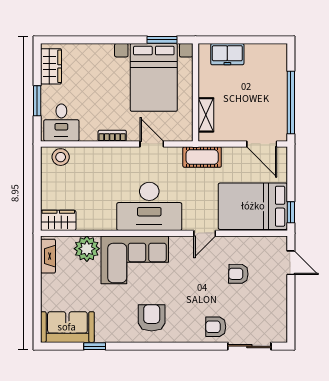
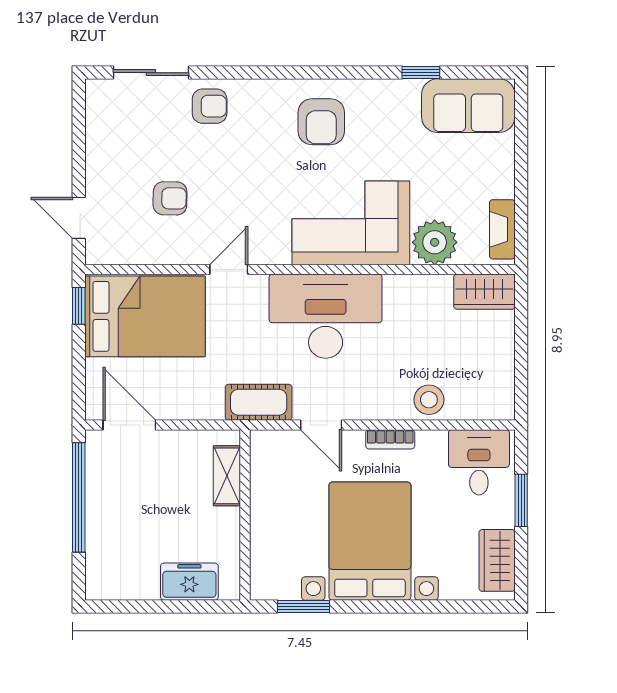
bed with nightstands: (154, 77) -> (370, 541), moved
stool: (61, 157) -> (429, 400), moved
cot: (202, 157) -> (259, 402), moved

